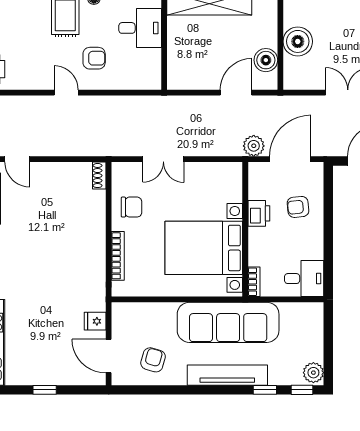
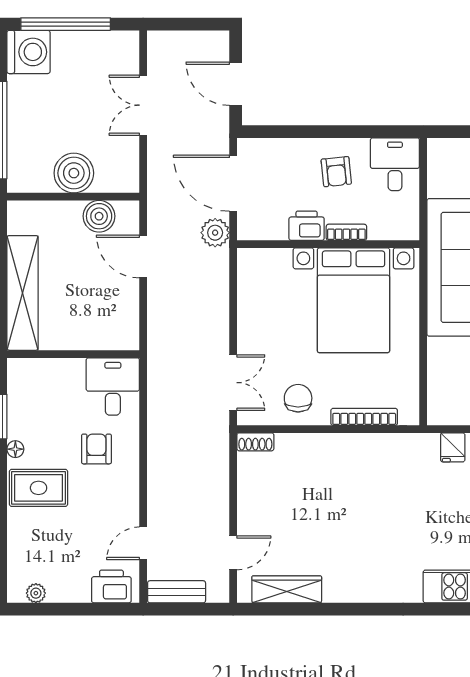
desk: (140, 28) -> (113, 387), moved
door: (66, 93) -> (143, 543), moved
double door: (163, 159) -> (233, 383), moved
armchair: (298, 207) -> (336, 172), moved
bookcase: (254, 282) -> (346, 232), moved

